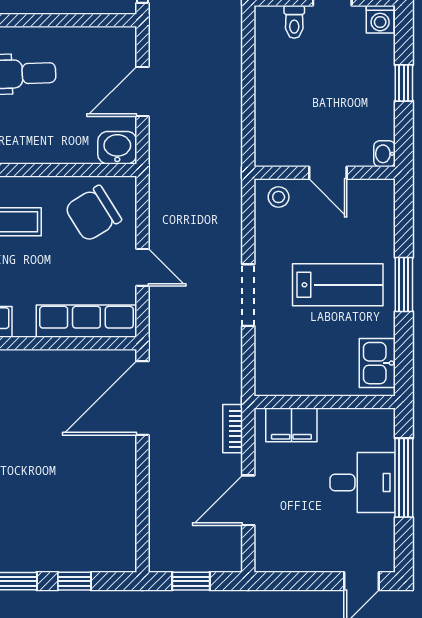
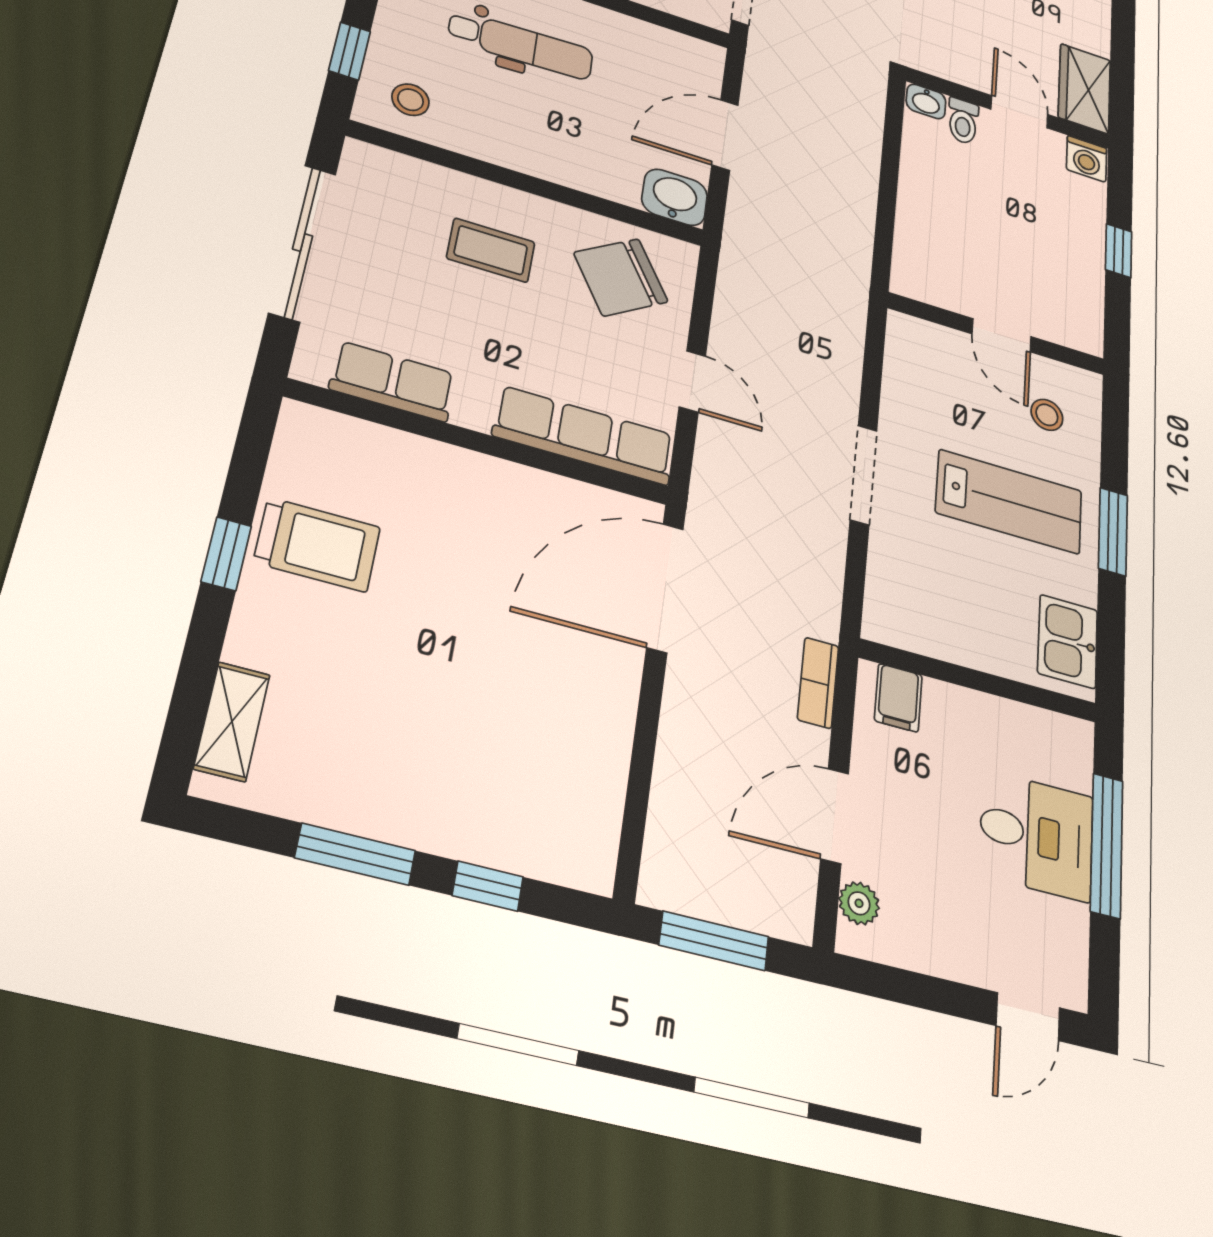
washbasin: (384, 154) -> (926, 101), moved, turned -90
stool: (279, 197) -> (1047, 415), moved
filing cabinet: (291, 425) -> (898, 698), width x0.50
plant: (265, 544) -> (859, 903), added
window: (191, 581) -> (714, 941), width x1.50

